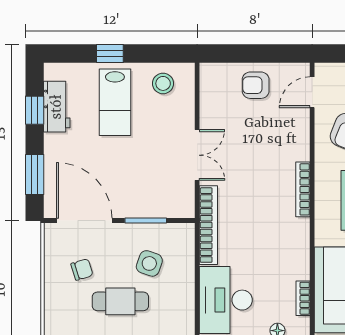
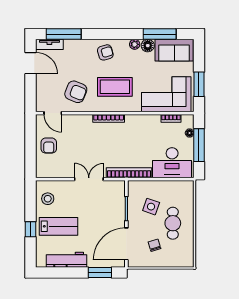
workbench: (57, 107) -> (66, 260), width x1.37
window: (35, 110) -> (63, 272), removed

